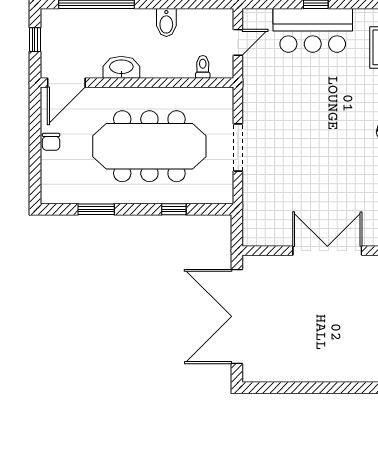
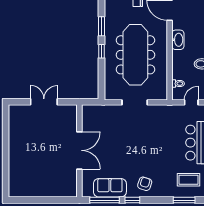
door: (238, 42) -> (191, 102), swing flipped
window: (174, 209) -> (102, 51), moved
double door: (237, 316) -> (44, 102), width x0.54

